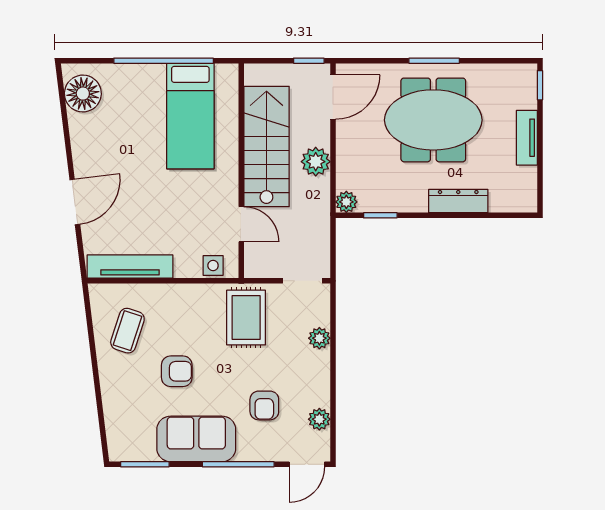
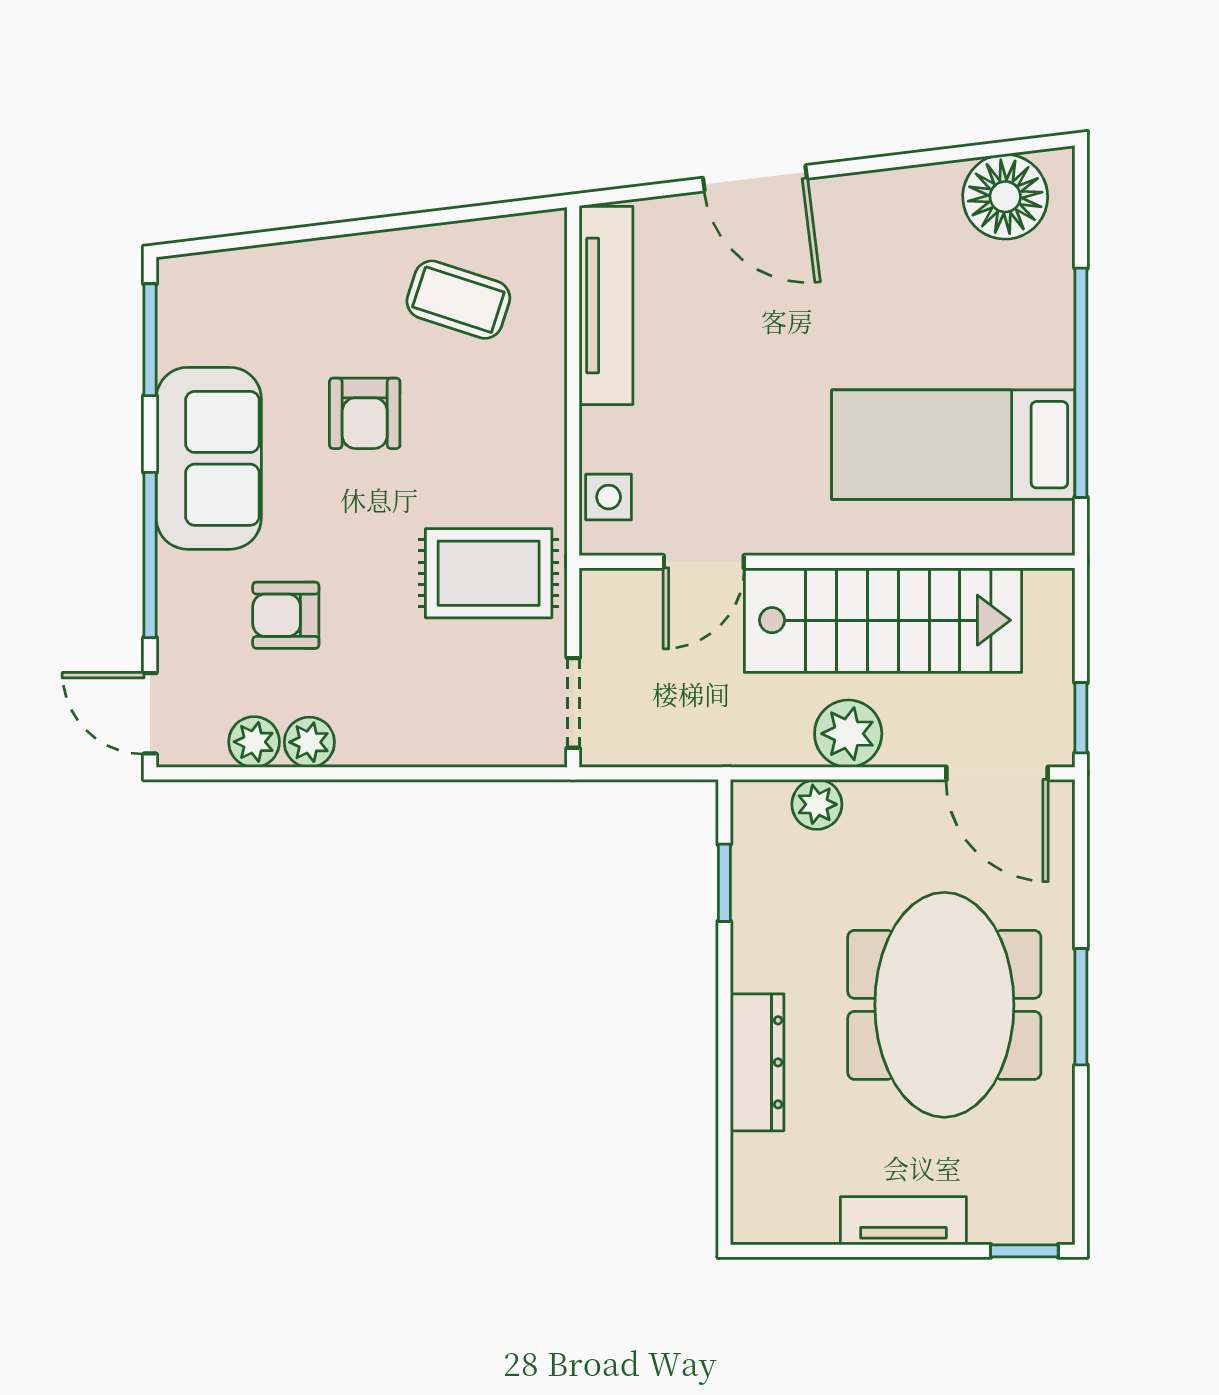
plant: (346, 202) -> (817, 804), moved
plant: (319, 338) -> (309, 742), moved

